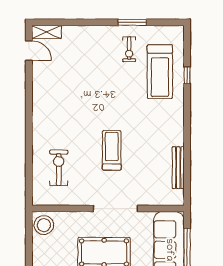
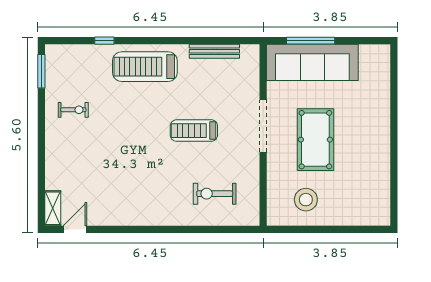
window: (132, 22) -> (41, 71), moved
treadmill: (160, 72) -> (145, 67), moved, turned 180
stool: (44, 225) -> (306, 200), moved

